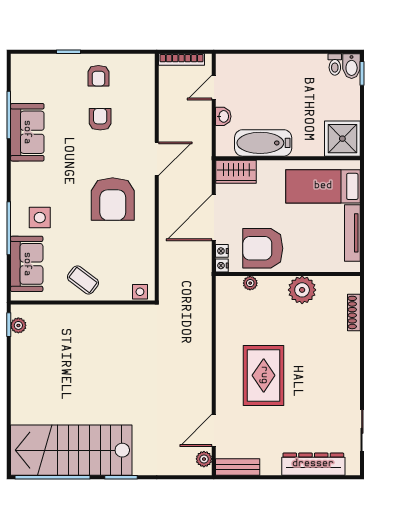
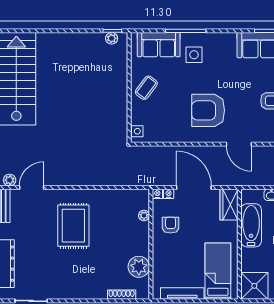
armchair: (263, 248) -> (171, 225), width x0.53, depth x0.53
plant: (302, 290) -> (139, 267), moved
rug: (264, 375) -> (73, 226), turned 90
door: (214, 430) -> (32, 188), hinge flipped

